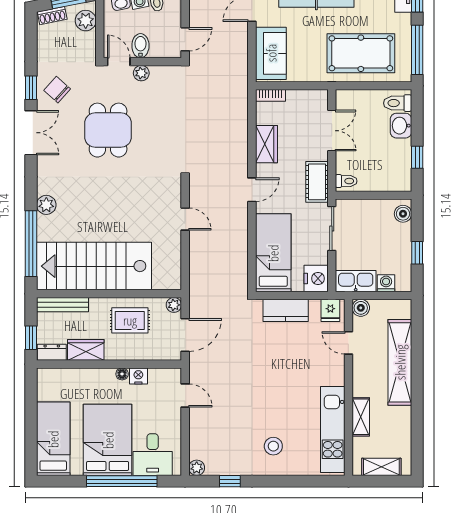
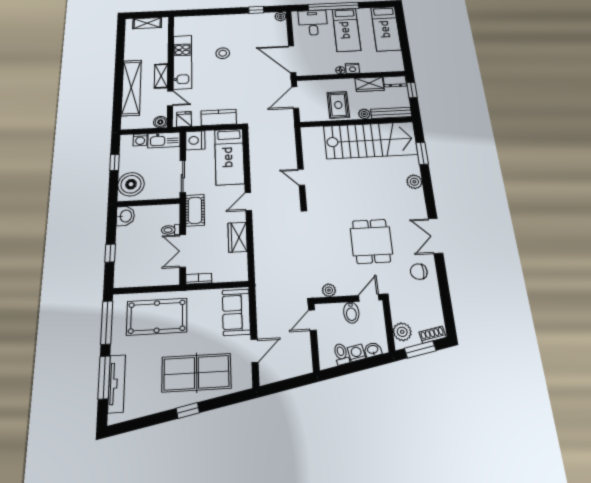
door: (119, 62) -> (369, 298), swing flipped
plant: (141, 73) -> (329, 290), moved
window: (31, 88) -> (441, 272), removed
chair: (57, 90) -> (419, 272), turned 138
bookcase: (271, 95) -> (199, 279), moved
toilet: (398, 103) -> (126, 276), removed
washbasin: (401, 126) -> (125, 216), moved
window: (417, 157) -> (110, 253), moved
toilet: (346, 181) -> (171, 230), moved
boiler: (403, 214) -> (131, 184), width x1.86, depth x1.86
window: (31, 244) -> (422, 153), width x0.47
plant: (174, 305) -> (364, 114), moved
rug: (130, 320) -> (338, 105), turned 90
nightstand: (138, 376) -> (352, 68), moved
door: (185, 396) -> (292, 59), width x1.88
shelving: (361, 417) -> (161, 76), moved
kitchen unit: (333, 429) -> (182, 62), moved
bed: (108, 440) -> (346, 30), width x0.67
stool: (273, 446) -> (223, 53), moved

